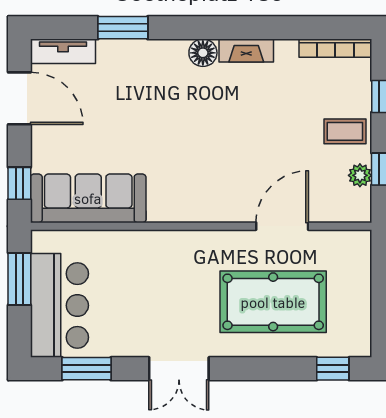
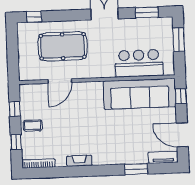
floor lamp: (203, 53) -> (99, 159), removed
plant: (360, 175) -> (25, 106), removed
sofa: (88, 198) -> (140, 94), width x1.36, depth x1.27
window: (19, 279) -> (179, 40), moved
bar counter: (59, 305) -> (139, 63), moved, turned 90

